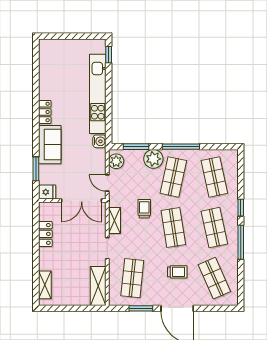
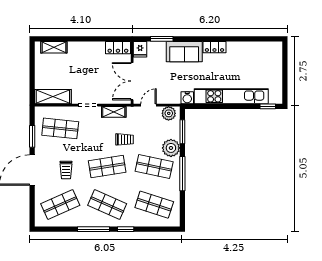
shop shelf: (214, 177) -> (154, 205), turned 30
shop shelf: (214, 228) -> (107, 205), turned 36
locker: (45, 234) -> (118, 48), moved

